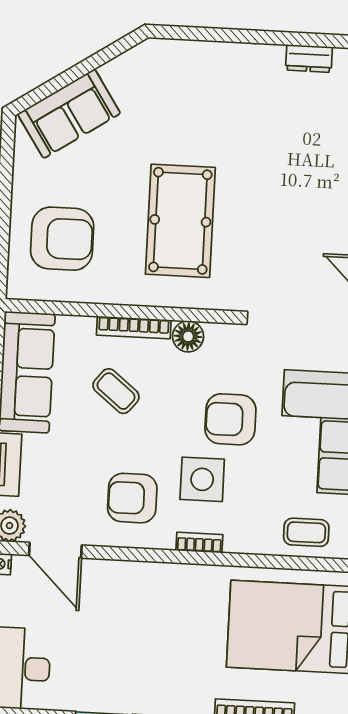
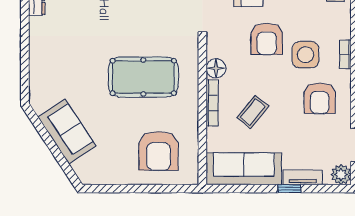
sofa: (69, 114) -> (67, 132), moved
armchair: (62, 239) -> (158, 151), turned 180

